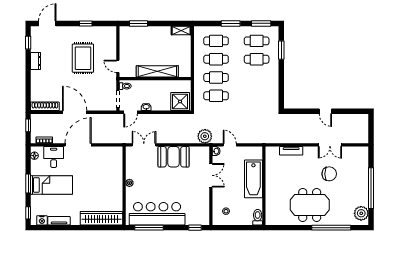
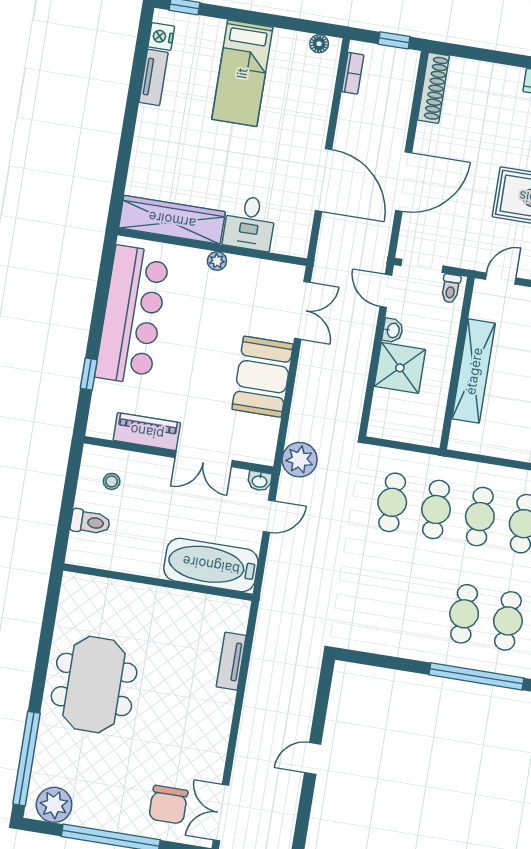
window: (281, 50) -> (476, 676), width x2.11
shower: (180, 101) -> (400, 368), moved
door: (75, 112) -> (404, 182), moved
door: (78, 145) -> (324, 180), moved
double door: (330, 145) -> (221, 813), moved
desk: (54, 157) -> (250, 223), moved, turned 90
chair: (329, 174) -> (168, 805), moved
bathtub: (253, 179) -> (211, 565), moved
window: (28, 184) -> (255, 18), removed
piano: (203, 200) -> (147, 432), added
toilet: (258, 217) -> (90, 522), moved
wardrobe: (101, 218) -> (172, 220), moved, turned -90
window: (149, 228) -> (102, 290), removed
window: (195, 228) -> (89, 374), moved
window: (331, 228) -> (26, 759), moved

